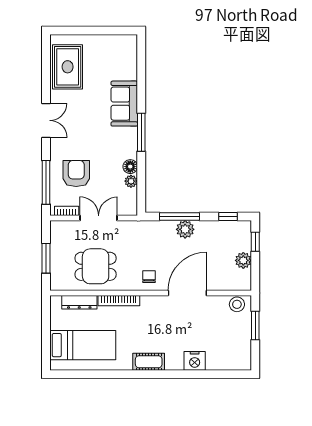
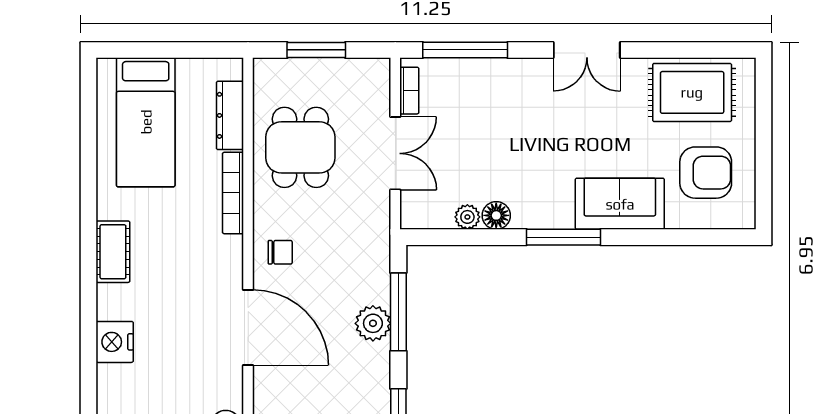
armchair: (76, 173) -> (706, 173), moved

